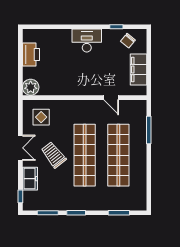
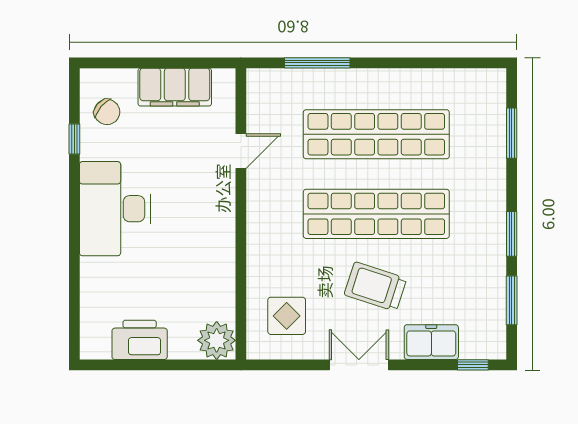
desk: (87, 41) -> (115, 209), width x1.36, depth x1.30
trolley: (54, 155) -> (375, 287), turned 56

